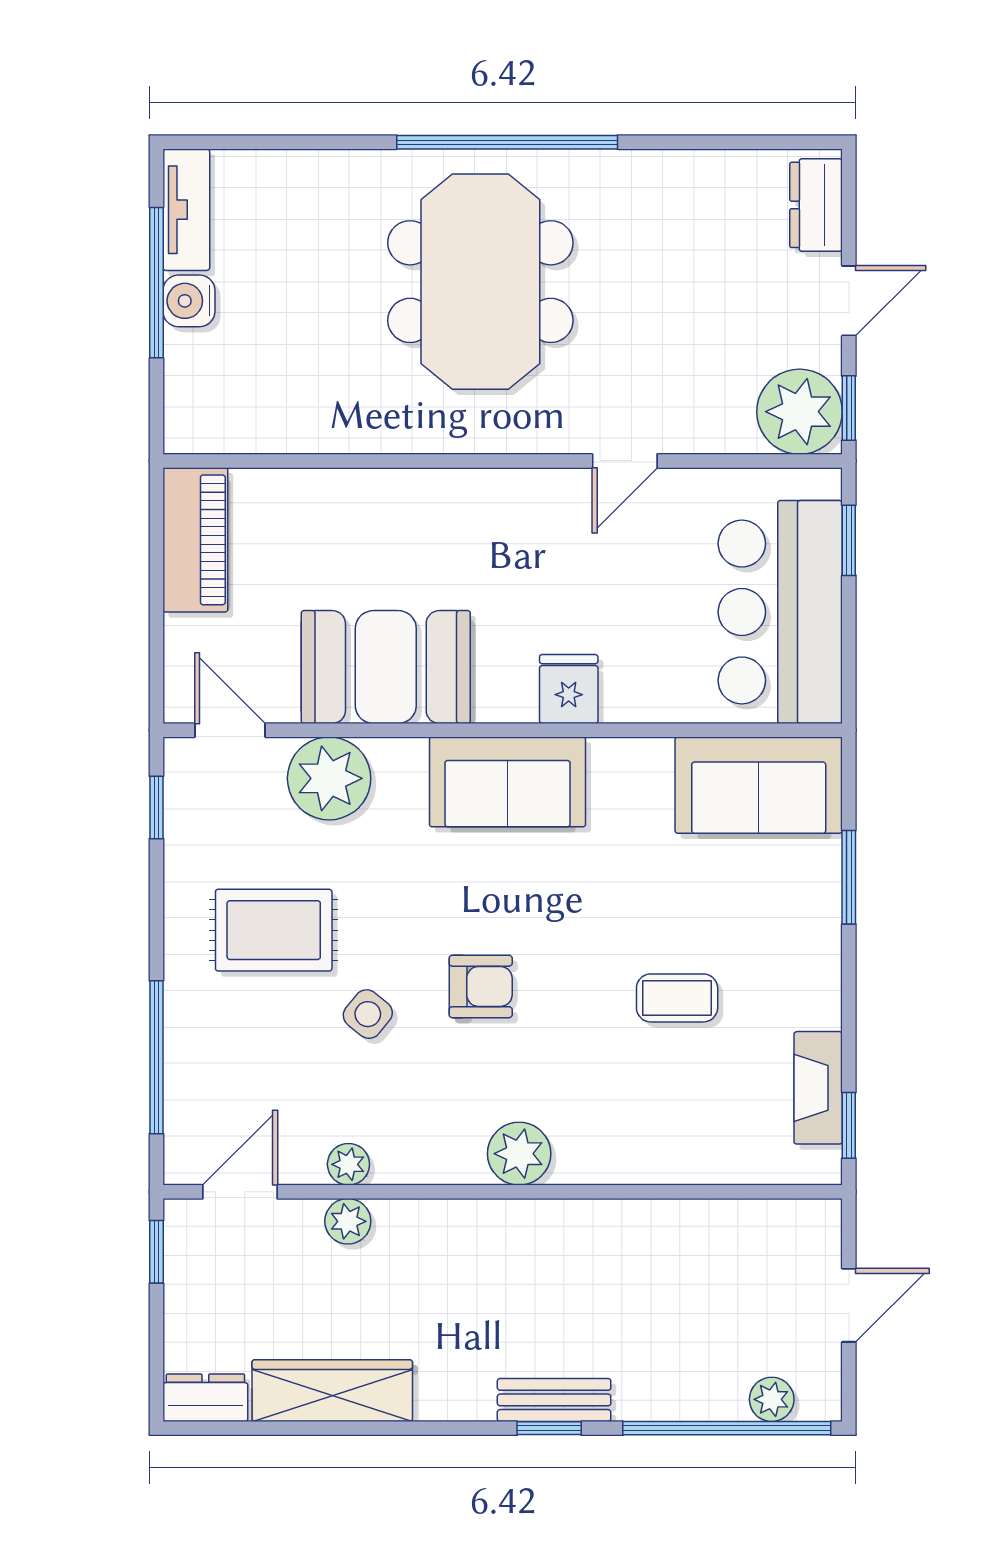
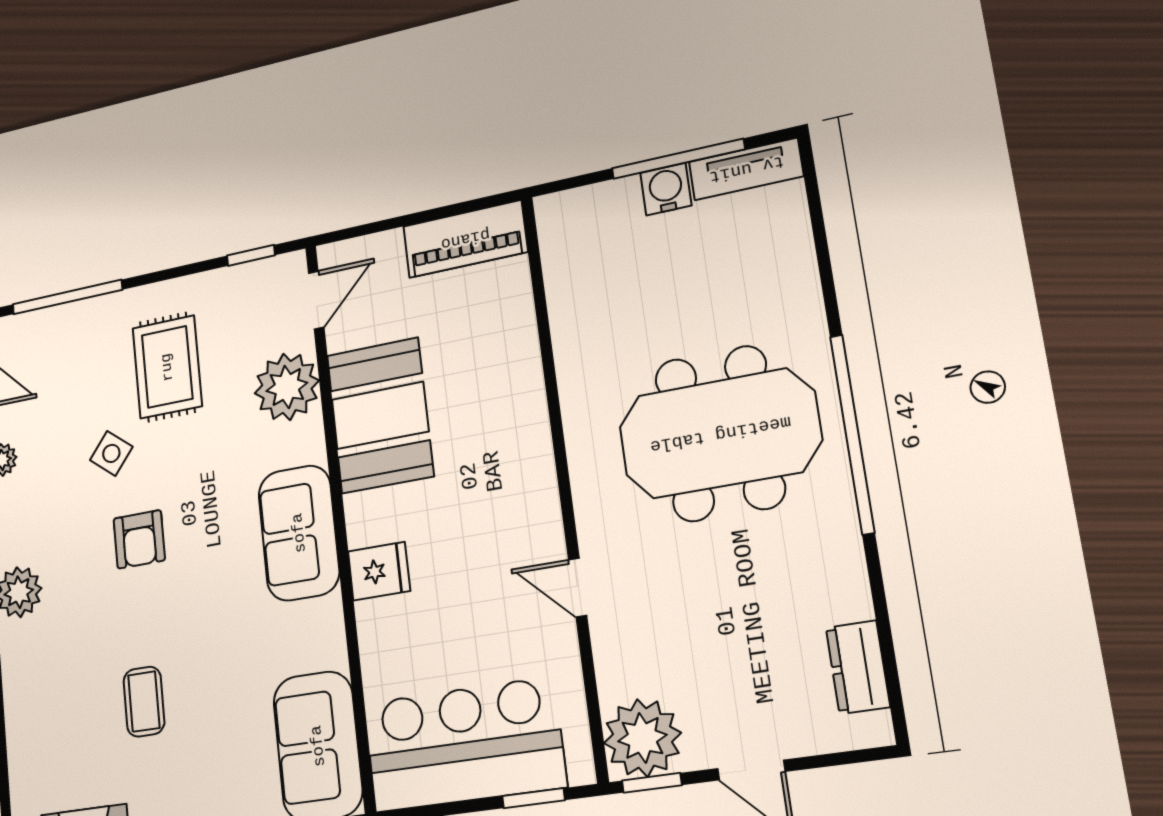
dresser: (816, 205) -> (858, 667), moved, turned -90

